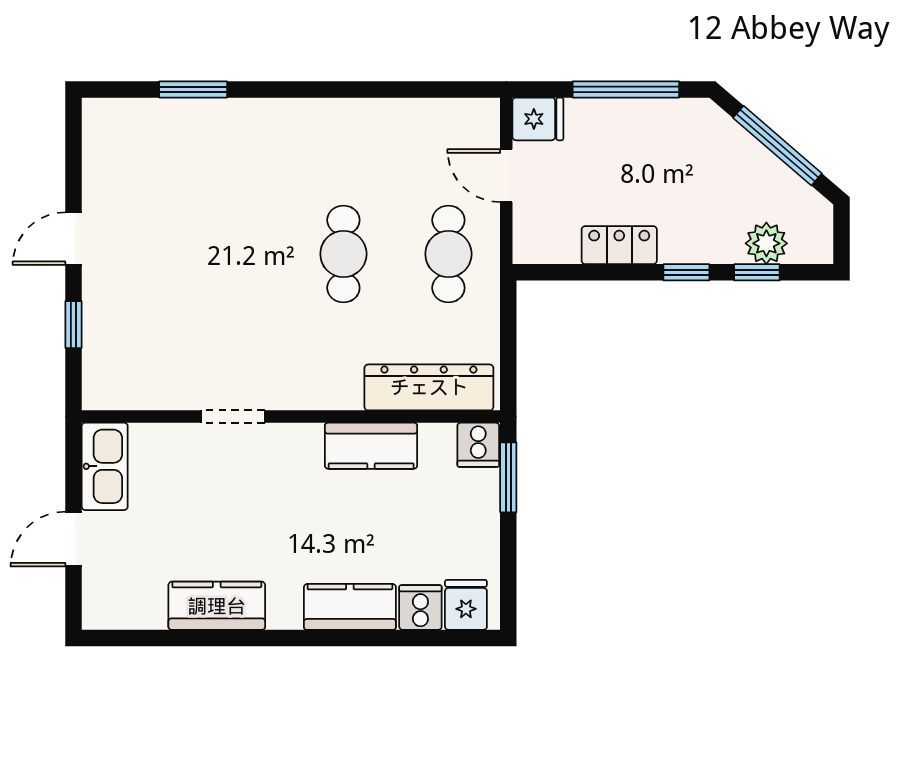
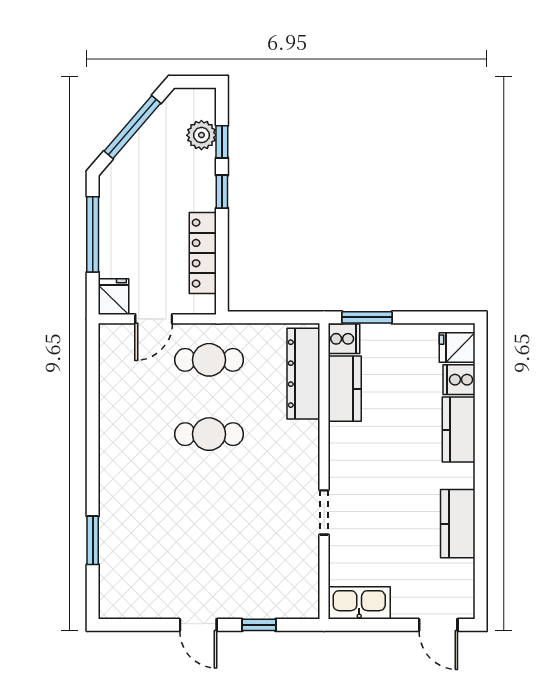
locker: (619, 245) -> (203, 253), width x1.53
kitchen counter: (371, 446) -> (345, 389), moved
door: (73, 539) -> (438, 625), moved

